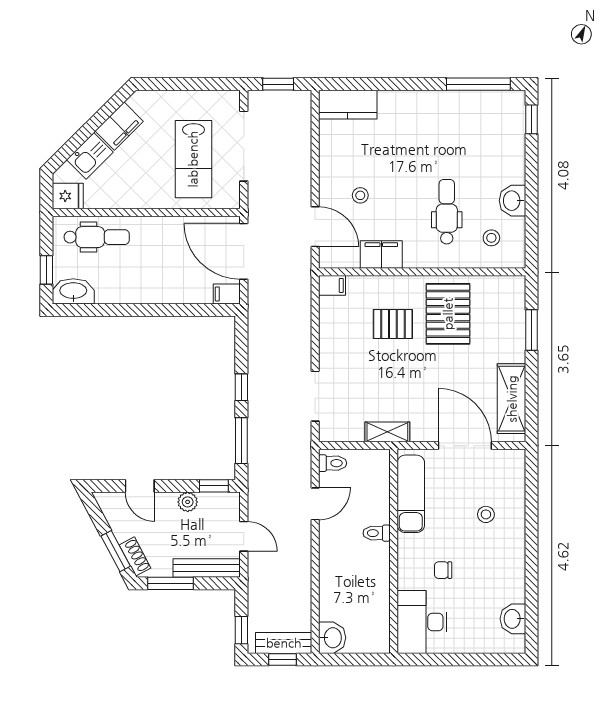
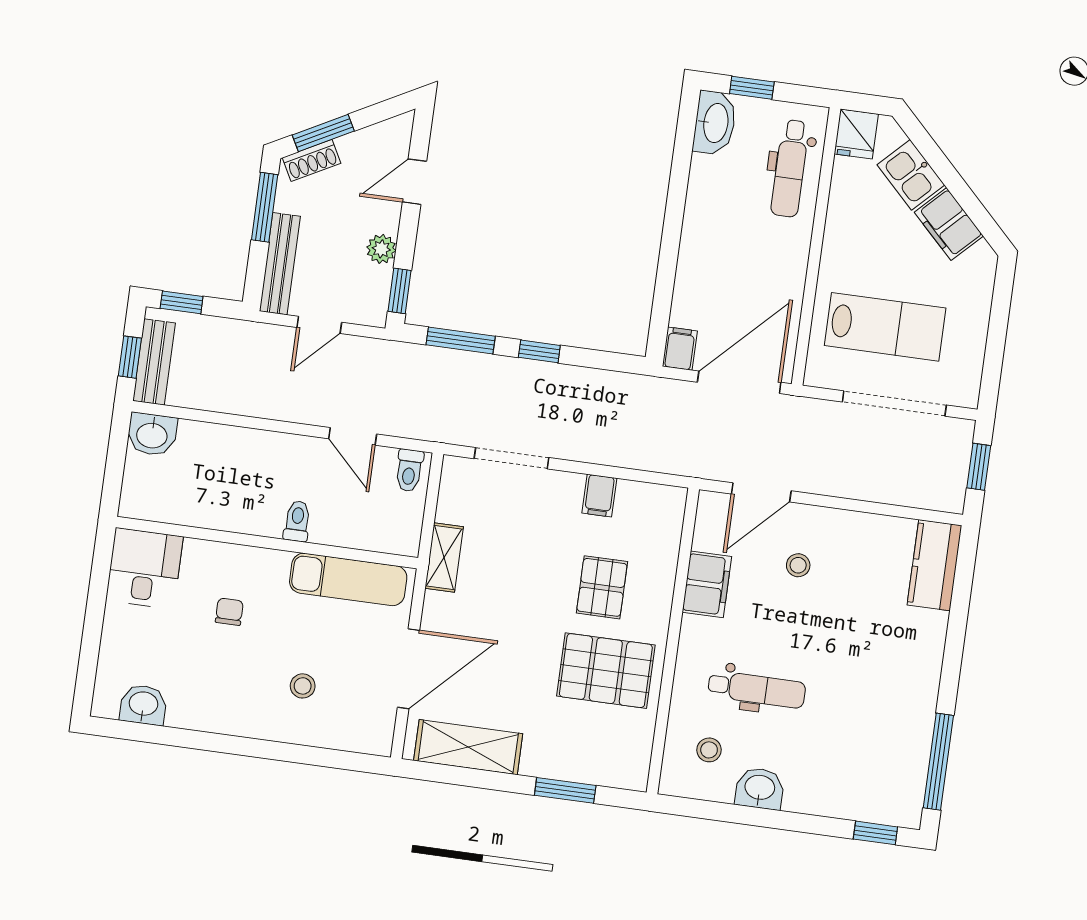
lab bench: (193, 159) -> (885, 327), turned 180
filing cabinet: (332, 285) -> (599, 496), moved
desk: (422, 622) -> (144, 568), width x0.73

